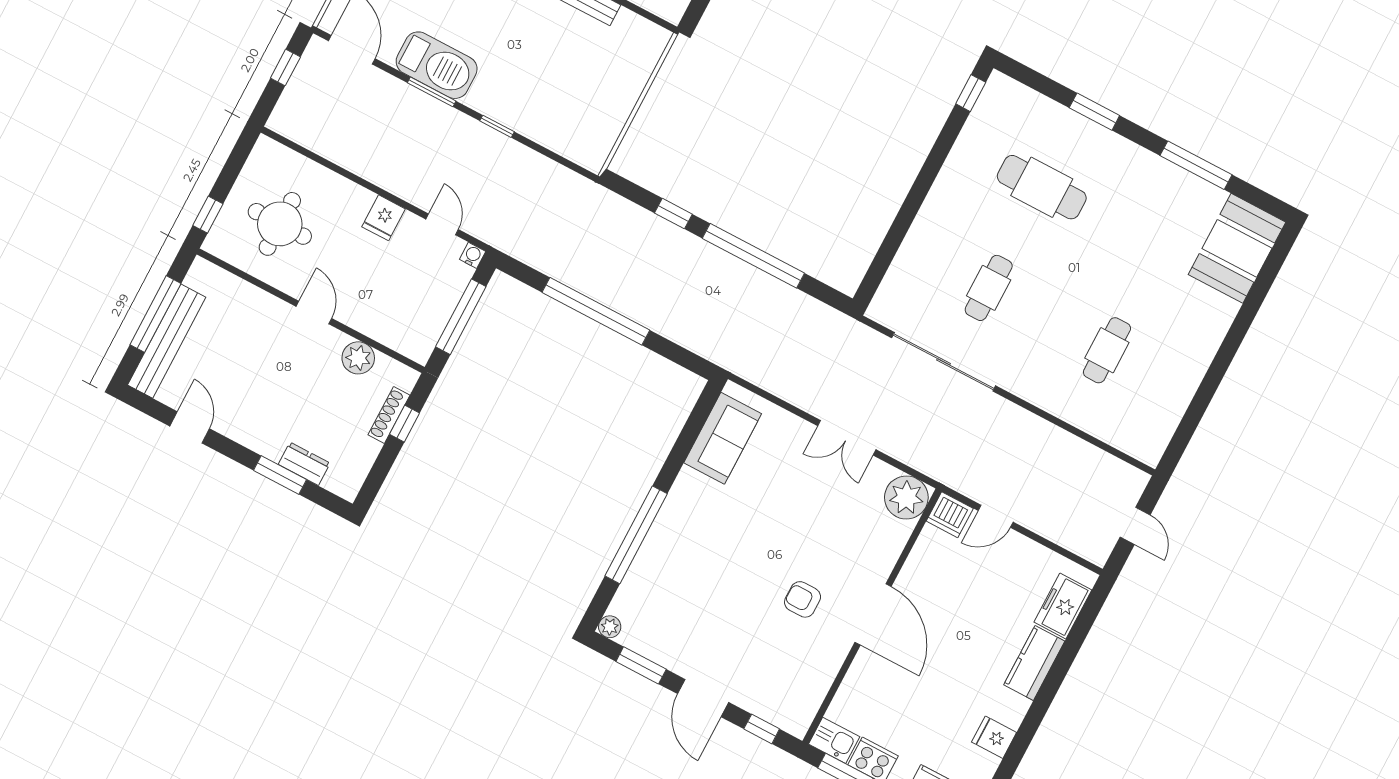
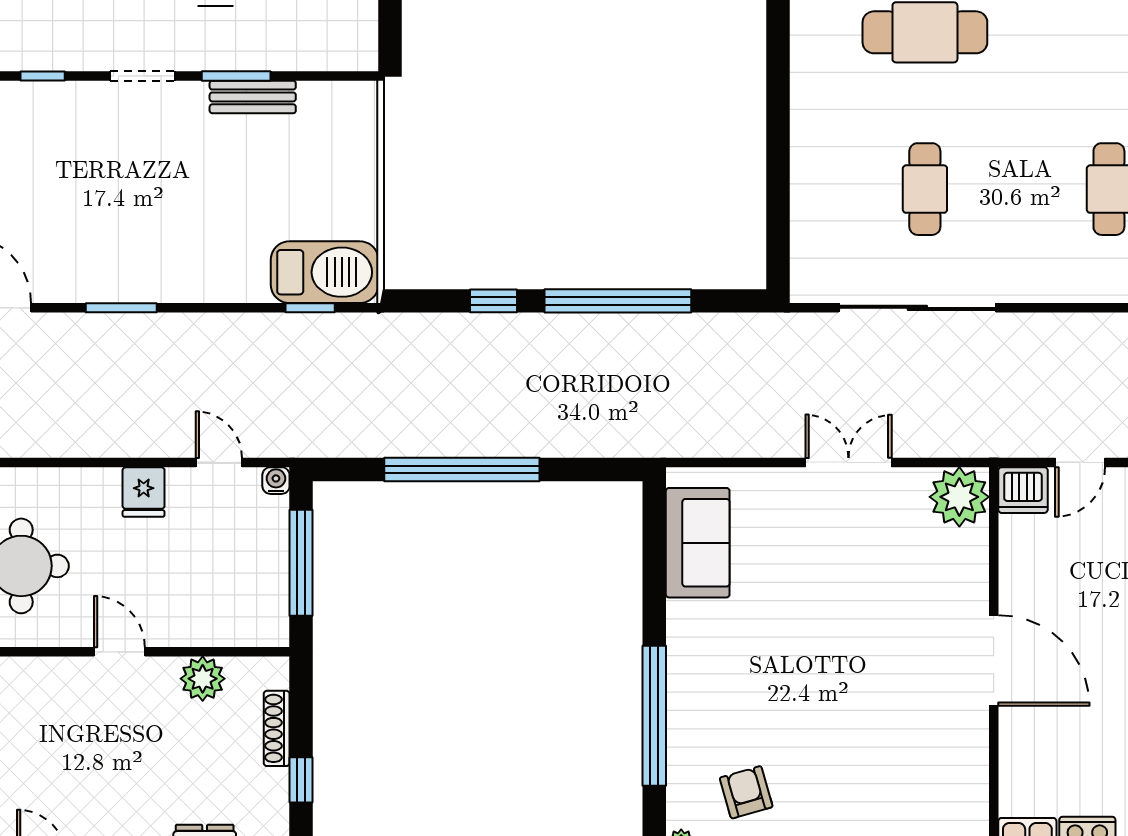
barbecue: (437, 65) -> (325, 272), moved
window: (497, 126) -> (310, 308), moved
window: (404, 424) -> (301, 780), moved
double door: (847, 438) -> (849, 462), swing flipped
armchair: (803, 599) -> (746, 792), moved, turned 74

